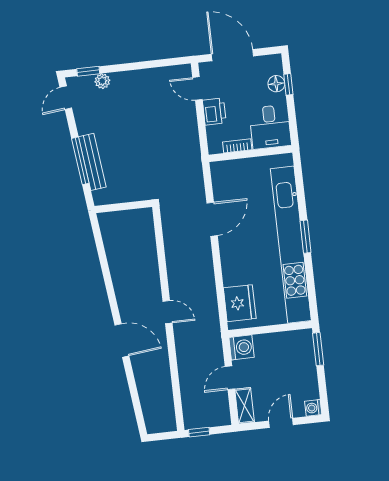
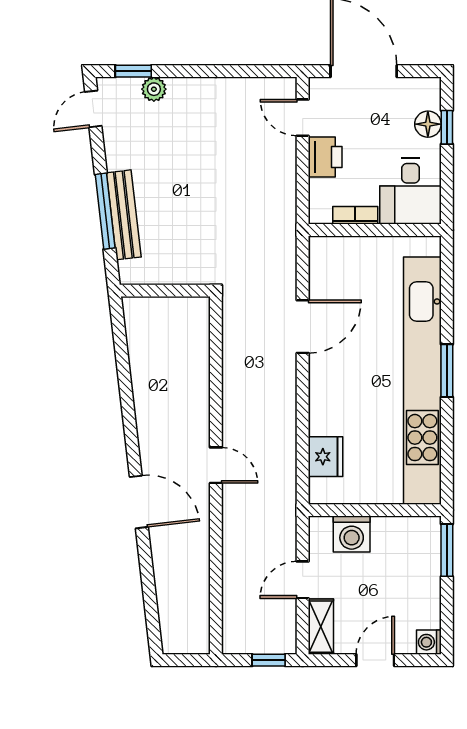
fridge: (240, 303) -> (326, 457), width x0.73, depth x0.75
washing machine: (242, 347) -> (352, 534), moved, turned 90
window: (199, 432) -> (269, 660), moved

